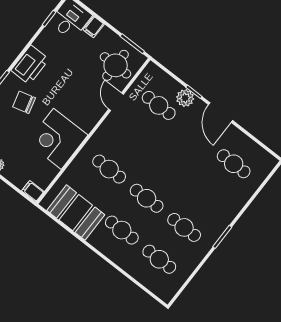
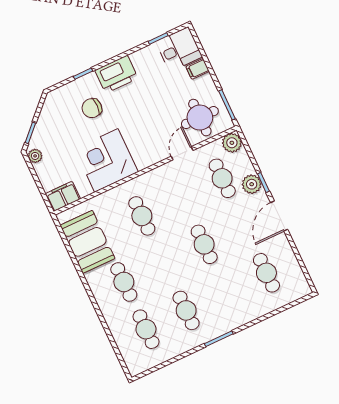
plant: (152, 73) -> (232, 143), added
chair: (24, 102) -> (92, 108), turned -75
filing cabinet: (33, 191) -> (63, 196), width x2.00
cafe table: (147, 198) -> (204, 244), moved

